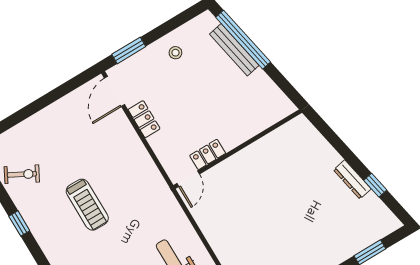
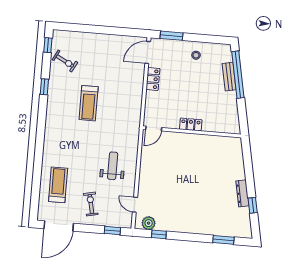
bench: (234, 50) -> (229, 77), width x0.73
locker: (208, 154) -> (191, 125), moved

